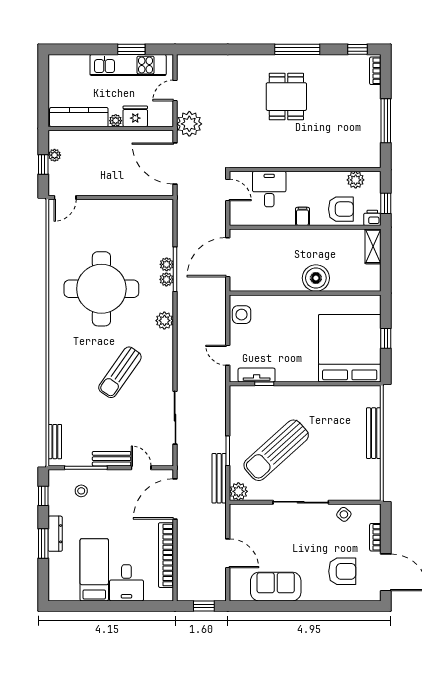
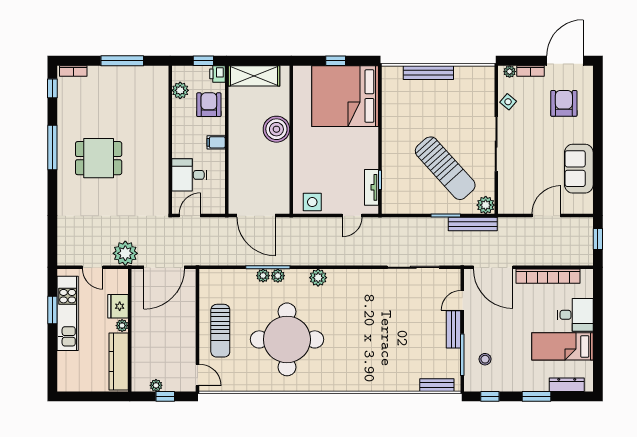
shelving: (373, 246) -> (254, 76), width x1.50, depth x1.33
sun lounger: (120, 372) -> (220, 331), moved, turned 55
plant: (375, 516) -> (510, 72), added
dresser: (55, 534) -> (567, 385), moved

